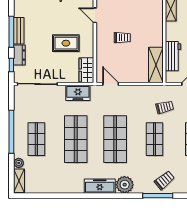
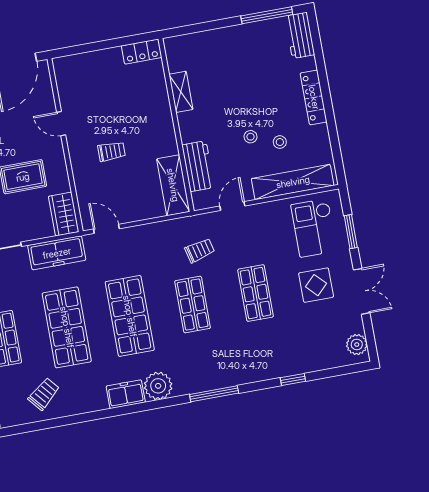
freezer: (78, 93) -> (57, 253), width x1.40
trolley: (164, 180) -> (44, 394), moved
freezer: (100, 186) -> (126, 394), width x0.71

